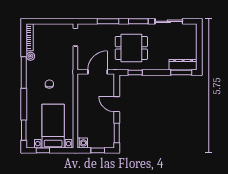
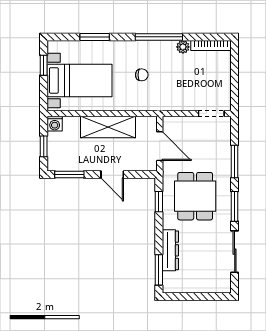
dresser: (183, 65) -> (170, 250), moved
door: (117, 104) -> (112, 175), swing flipped
shelving: (85, 107) -> (108, 127), added
window: (24, 130) -> (95, 37), moved

